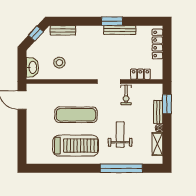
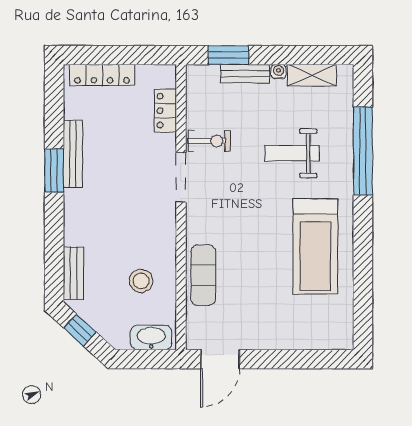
exercise mat: (76, 115) -> (203, 275), moved, width x0.73, depth x0.69
treadmill: (76, 146) -> (315, 247), turned 180

